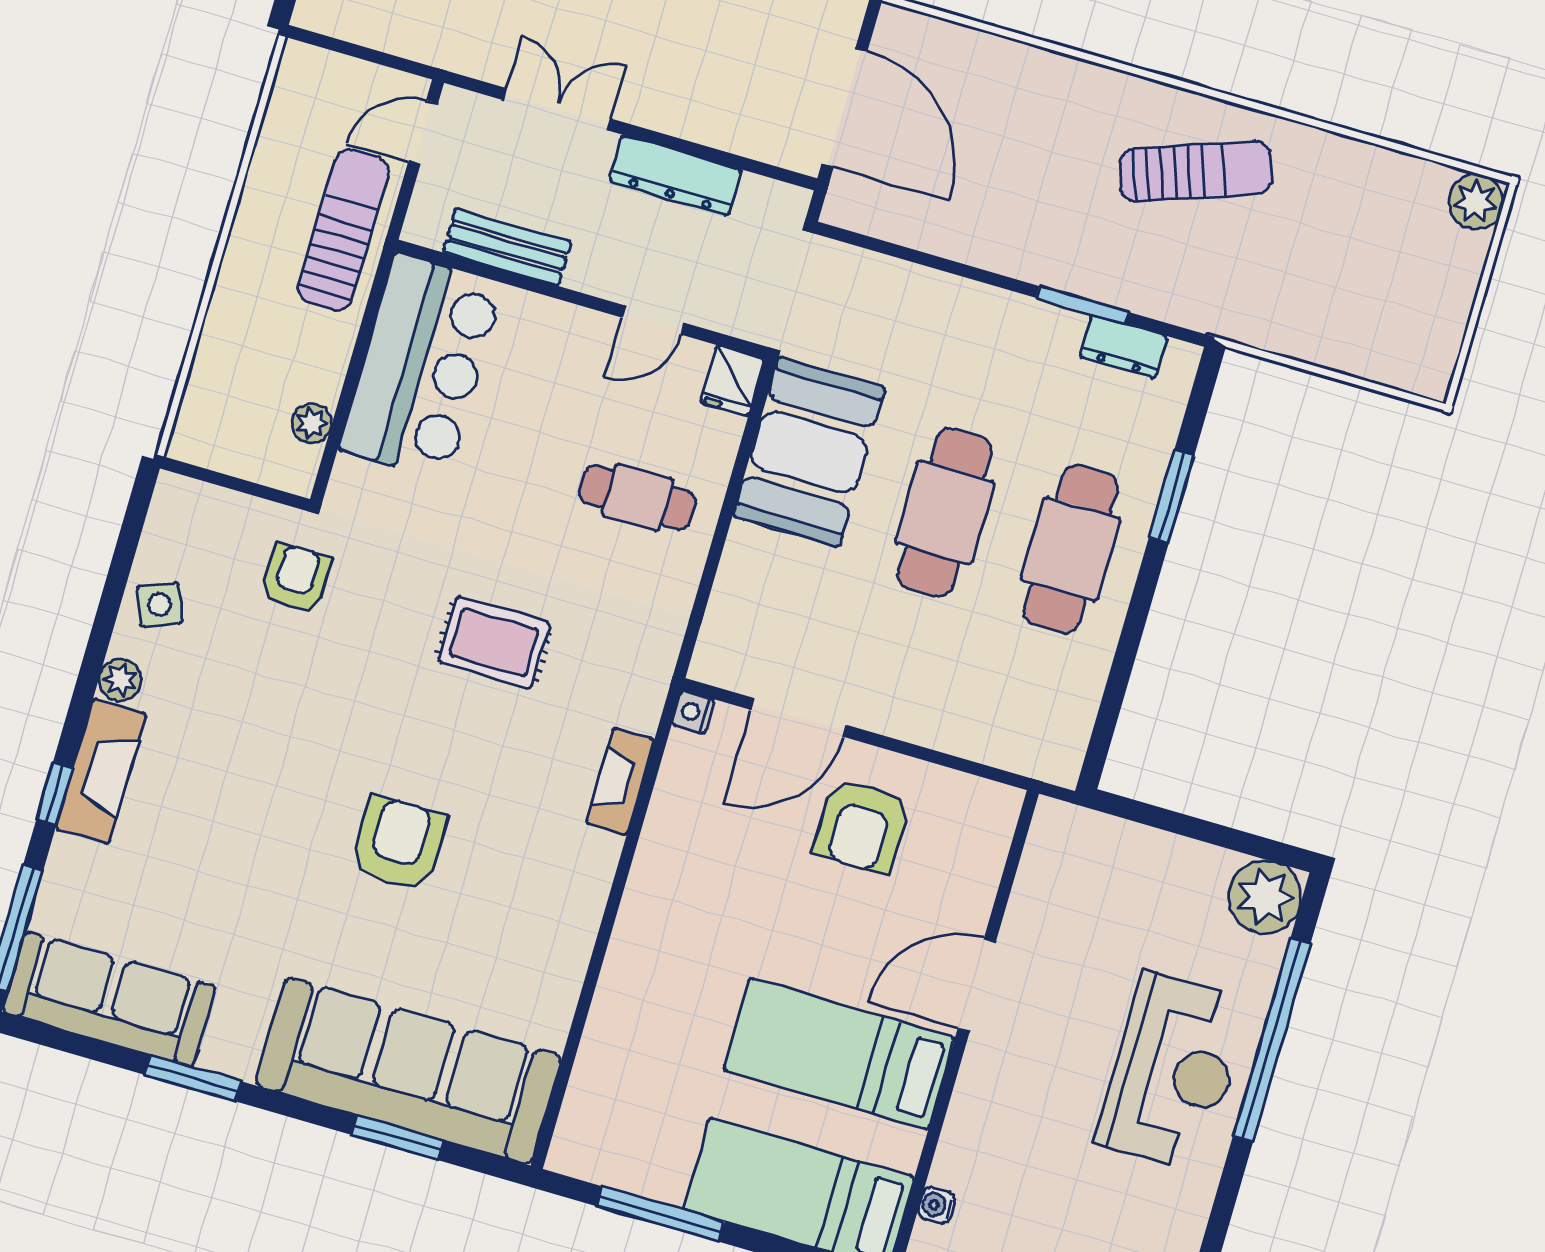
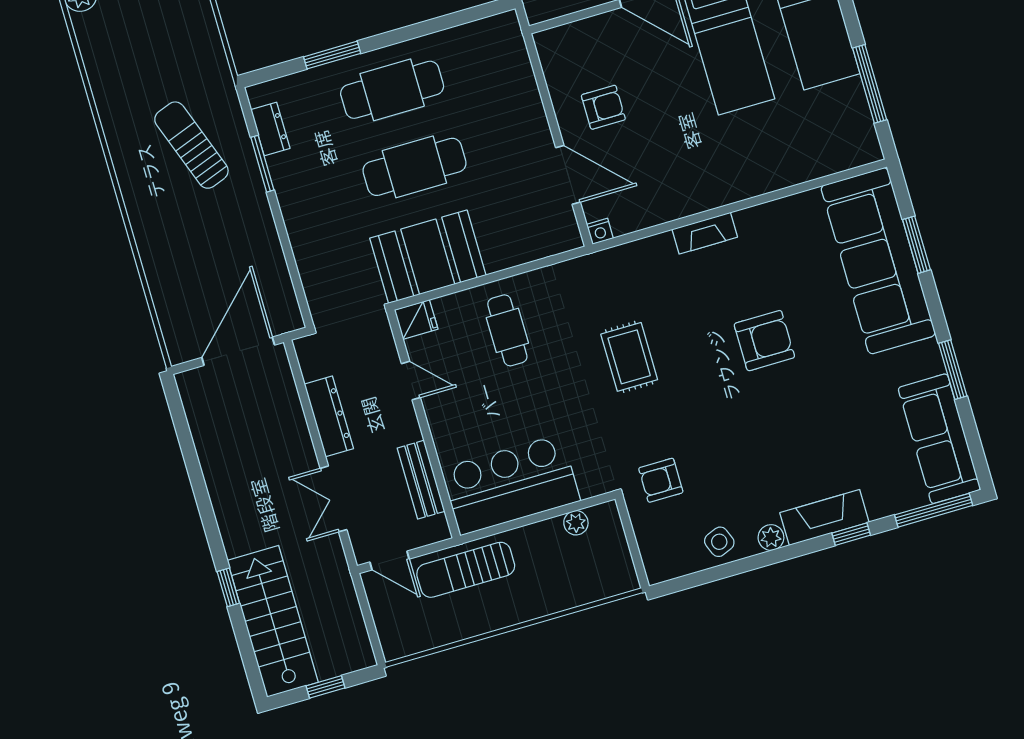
sun lounger: (1196, 171) -> (191, 145), moved
fireplace: (620, 781) -> (705, 233), moved
armchair: (862, 826) -> (603, 107), width x0.72, depth x0.72
armchair: (398, 843) -> (764, 341), turned 180

